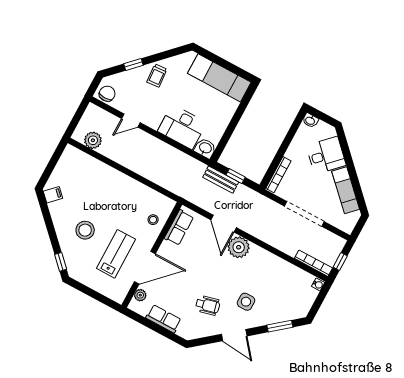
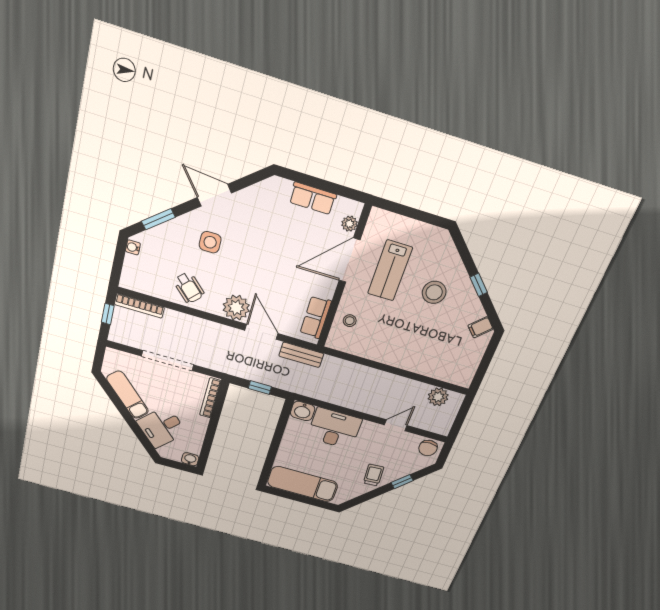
bench: (221, 180) -> (301, 355), moved
window: (61, 262) -> (479, 285), moved
water cooler: (318, 284) -> (133, 247), moved
wheelchair: (208, 305) -> (189, 288), moved, turned -122

